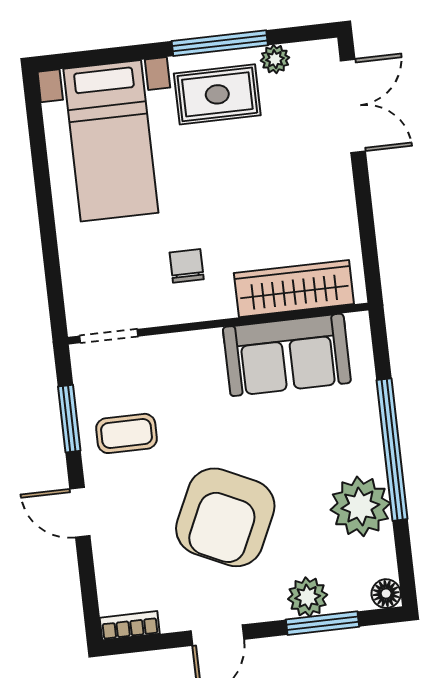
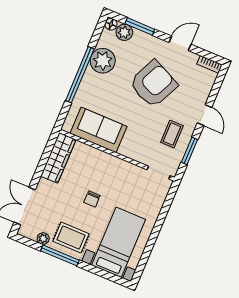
chair: (187, 266) -> (92, 199), moved
wardrobe: (294, 289) -> (58, 158), moved, turned -90
coffee table: (126, 433) -> (172, 134), turned 90
plant: (308, 597) -> (124, 32), moved

